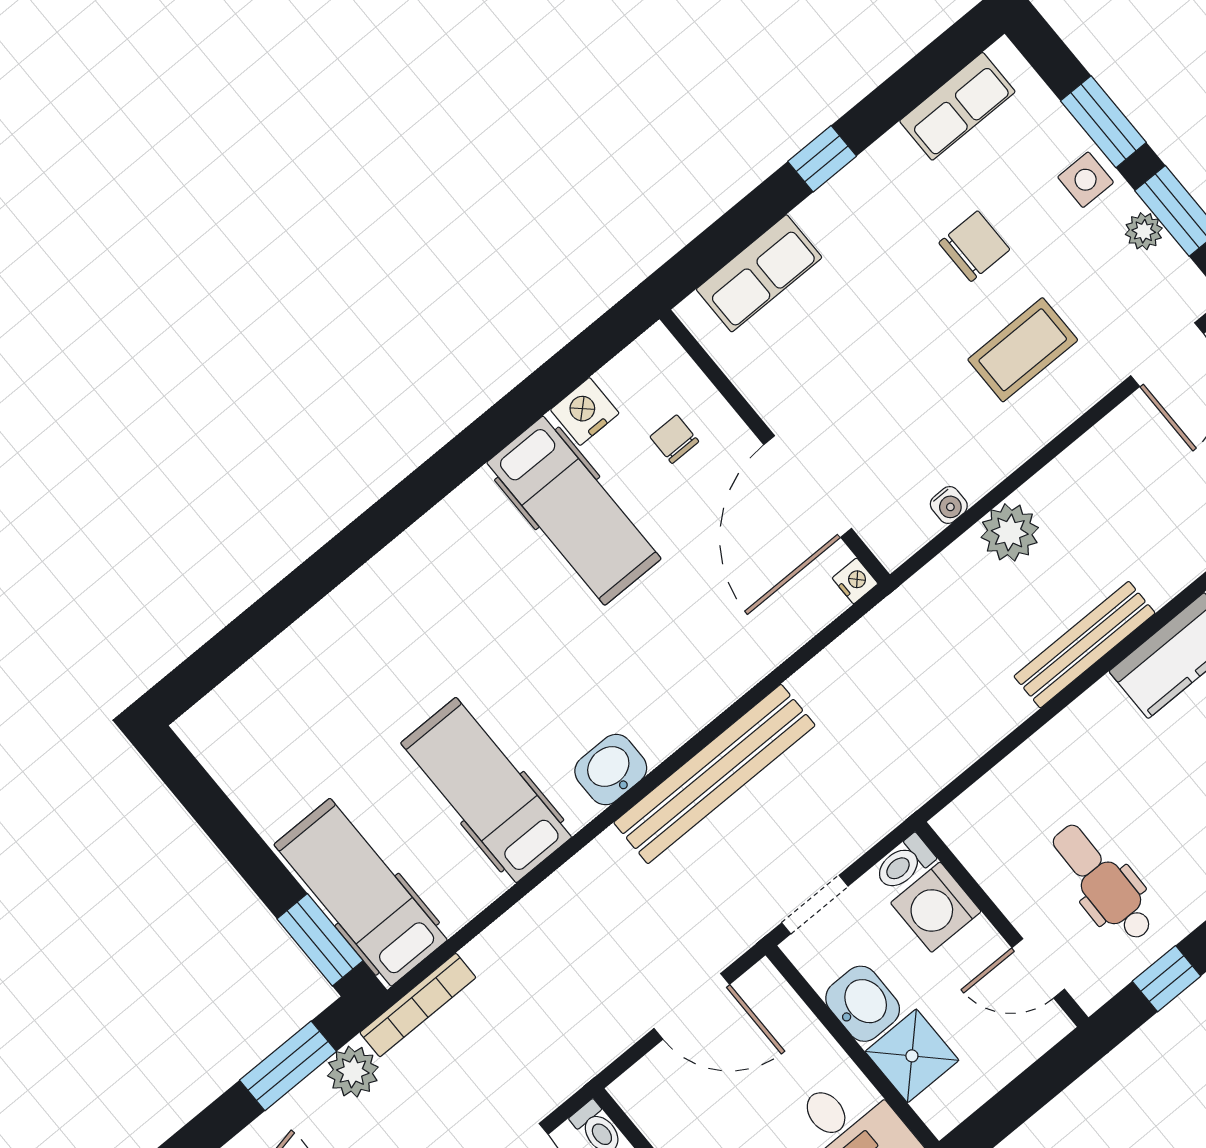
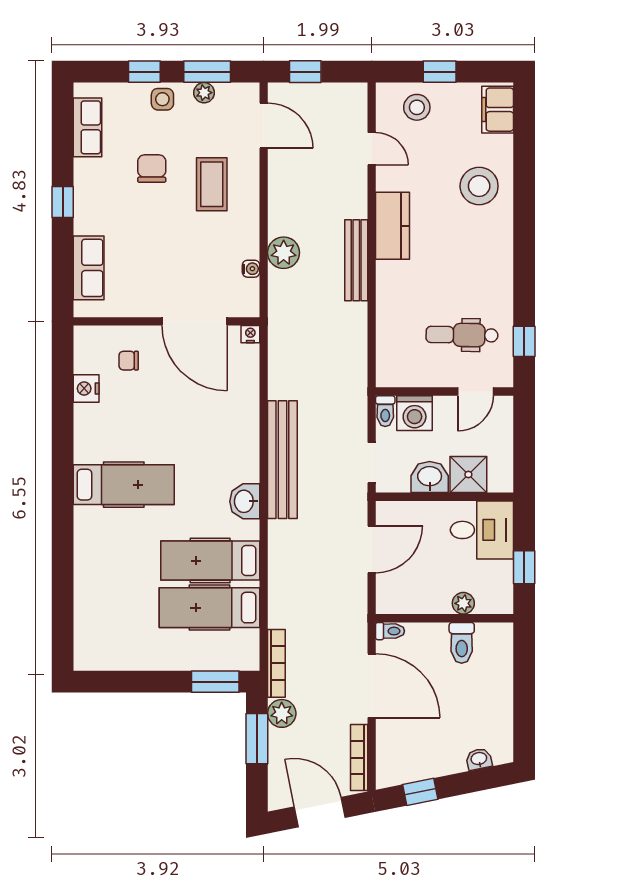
window: (1103, 122) -> (144, 72), width x0.67
hospital bed: (574, 511) -> (124, 485), moved
hospital bed: (361, 892) -> (210, 608), moved

